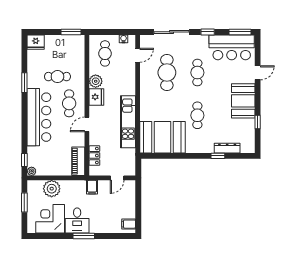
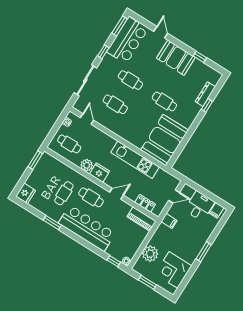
cafe table: (167, 73) -> (115, 104), width x0.73, depth x0.74
door: (87, 124) -> (117, 194), swing flipped
door: (117, 178) -> (174, 196), hinge flipped
desk: (77, 220) -> (200, 206), moved, turned -90

